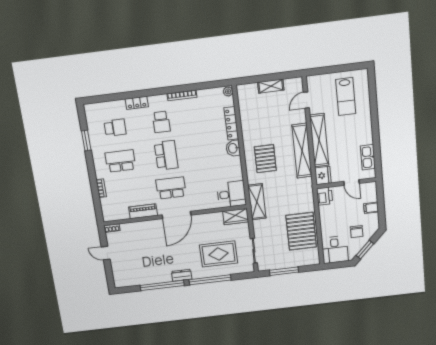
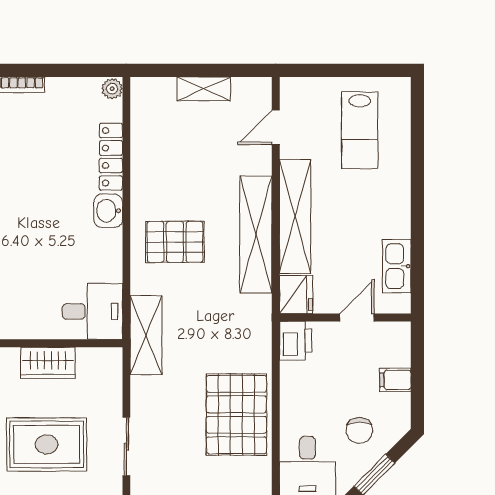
pallet: (265, 159) -> (175, 242), turned 90
door: (351, 182) -> (357, 318), swing flipped
wardrobe: (236, 217) -> (48, 363), moved

